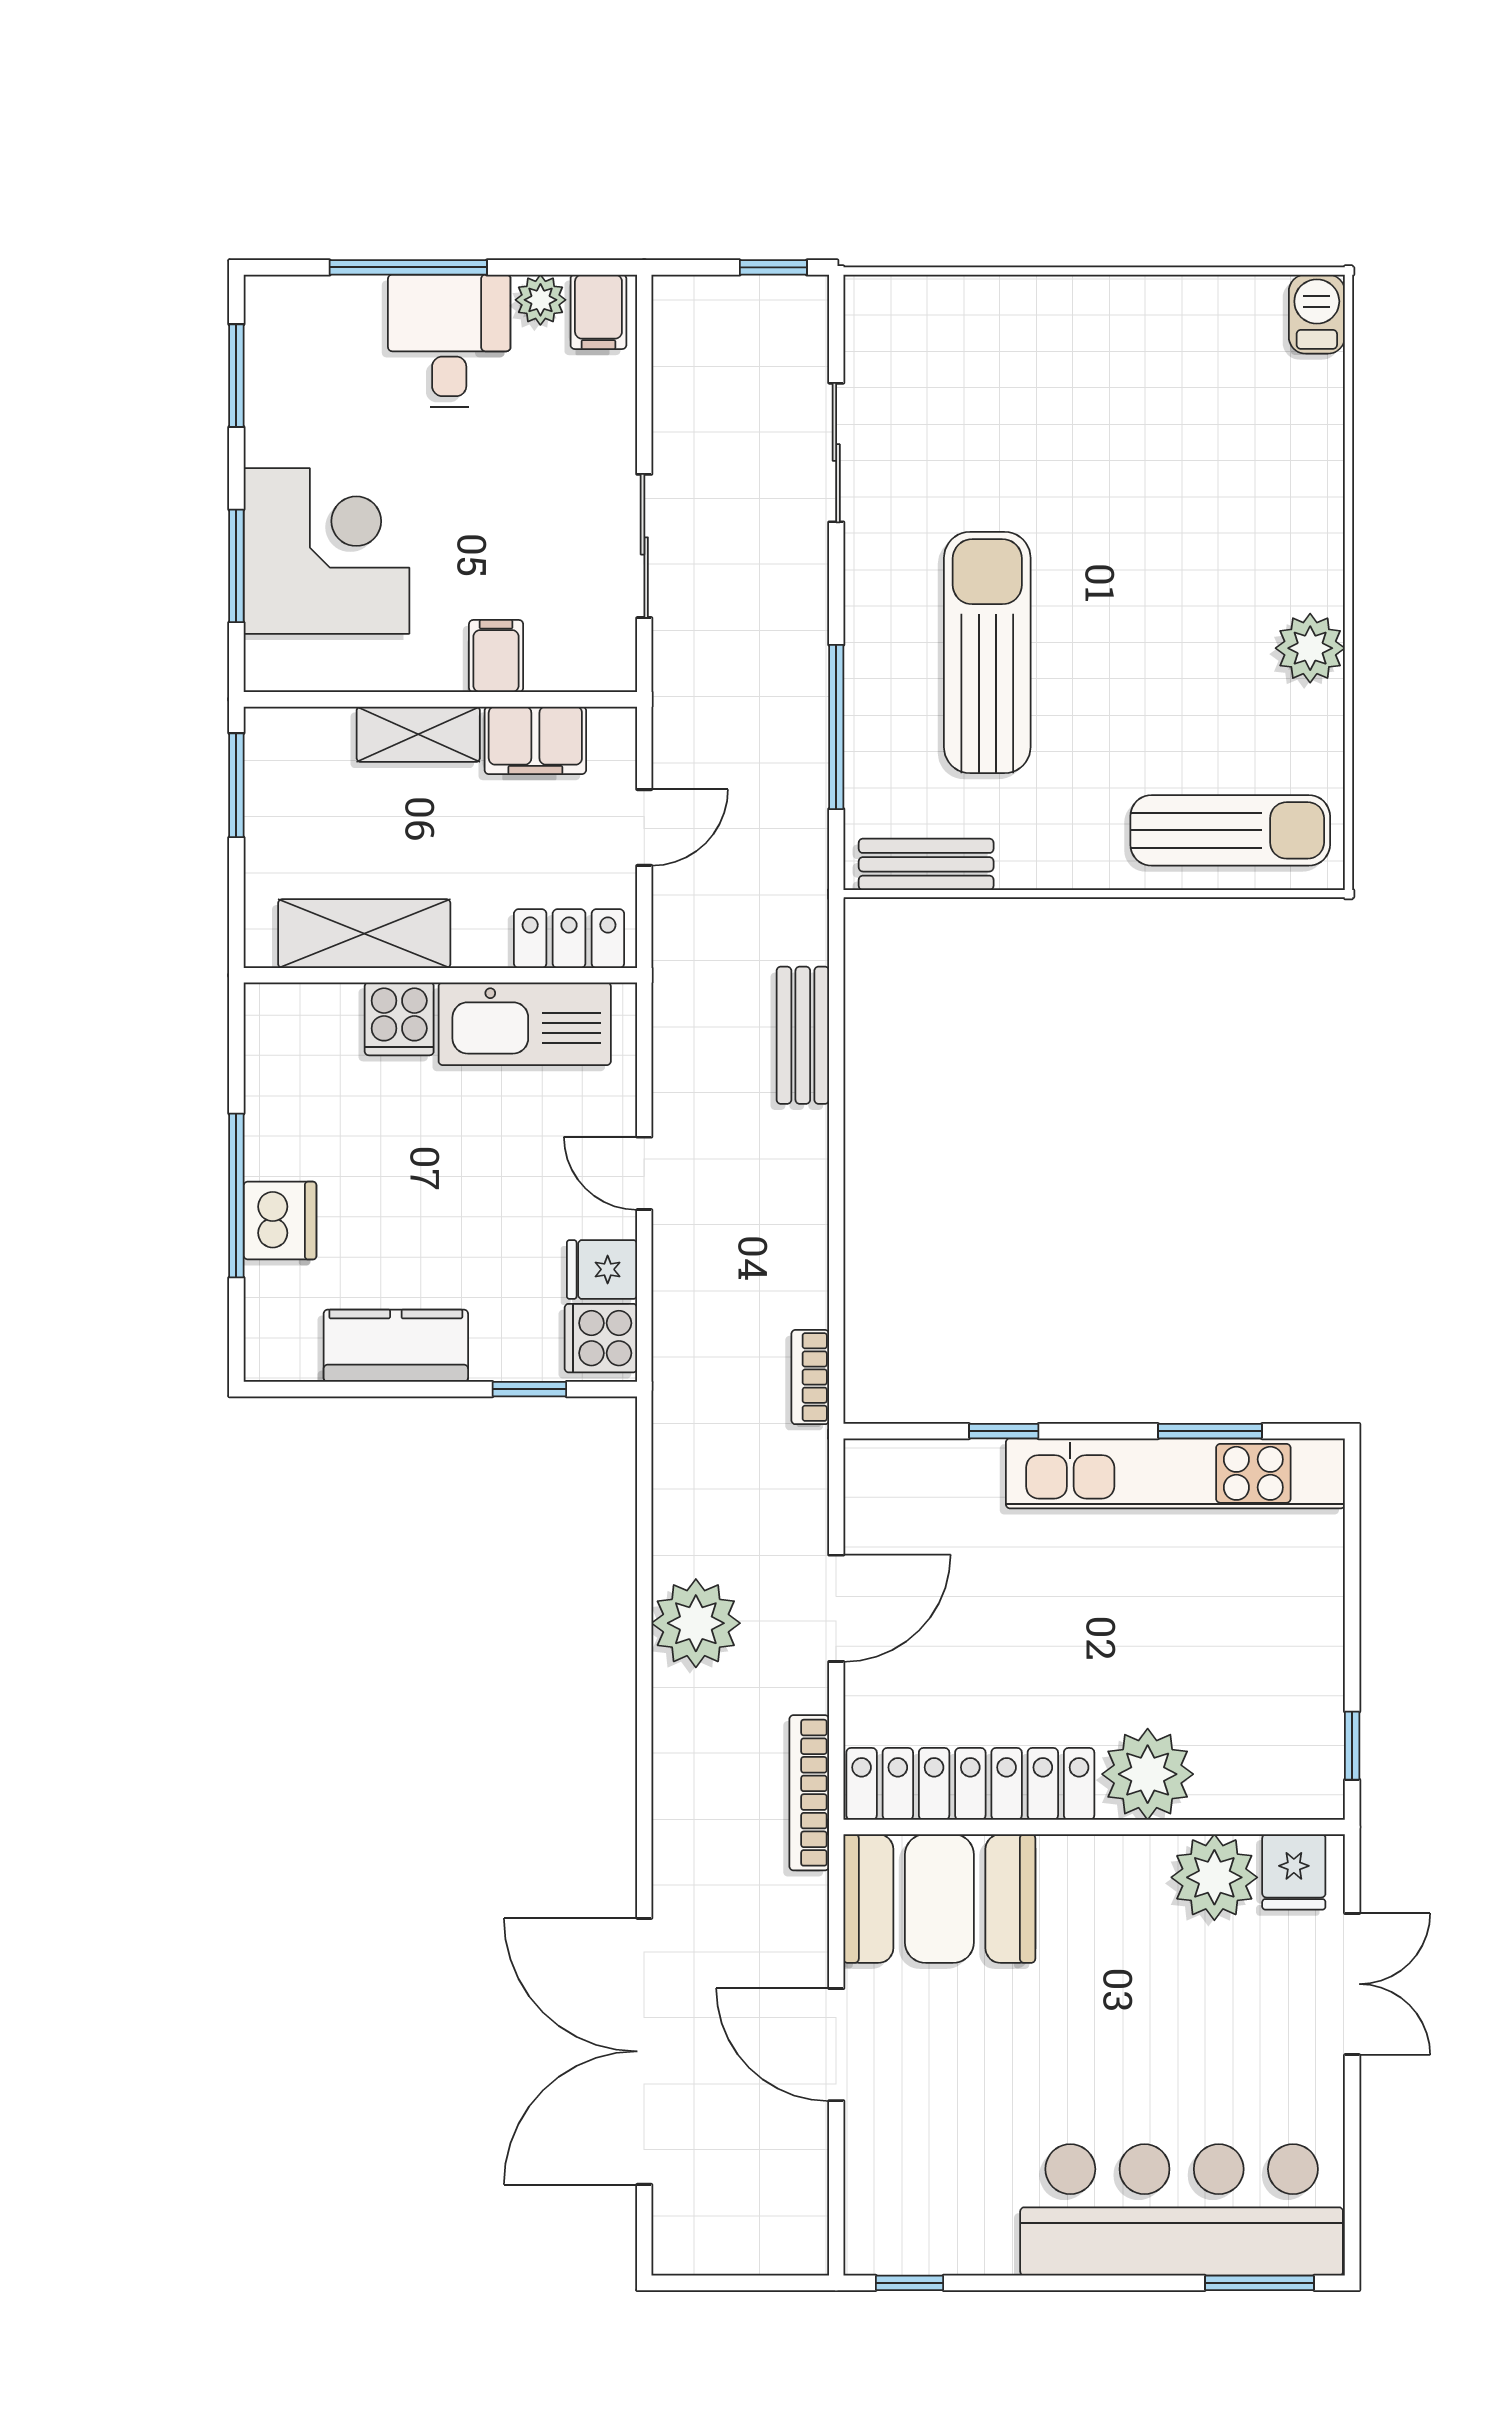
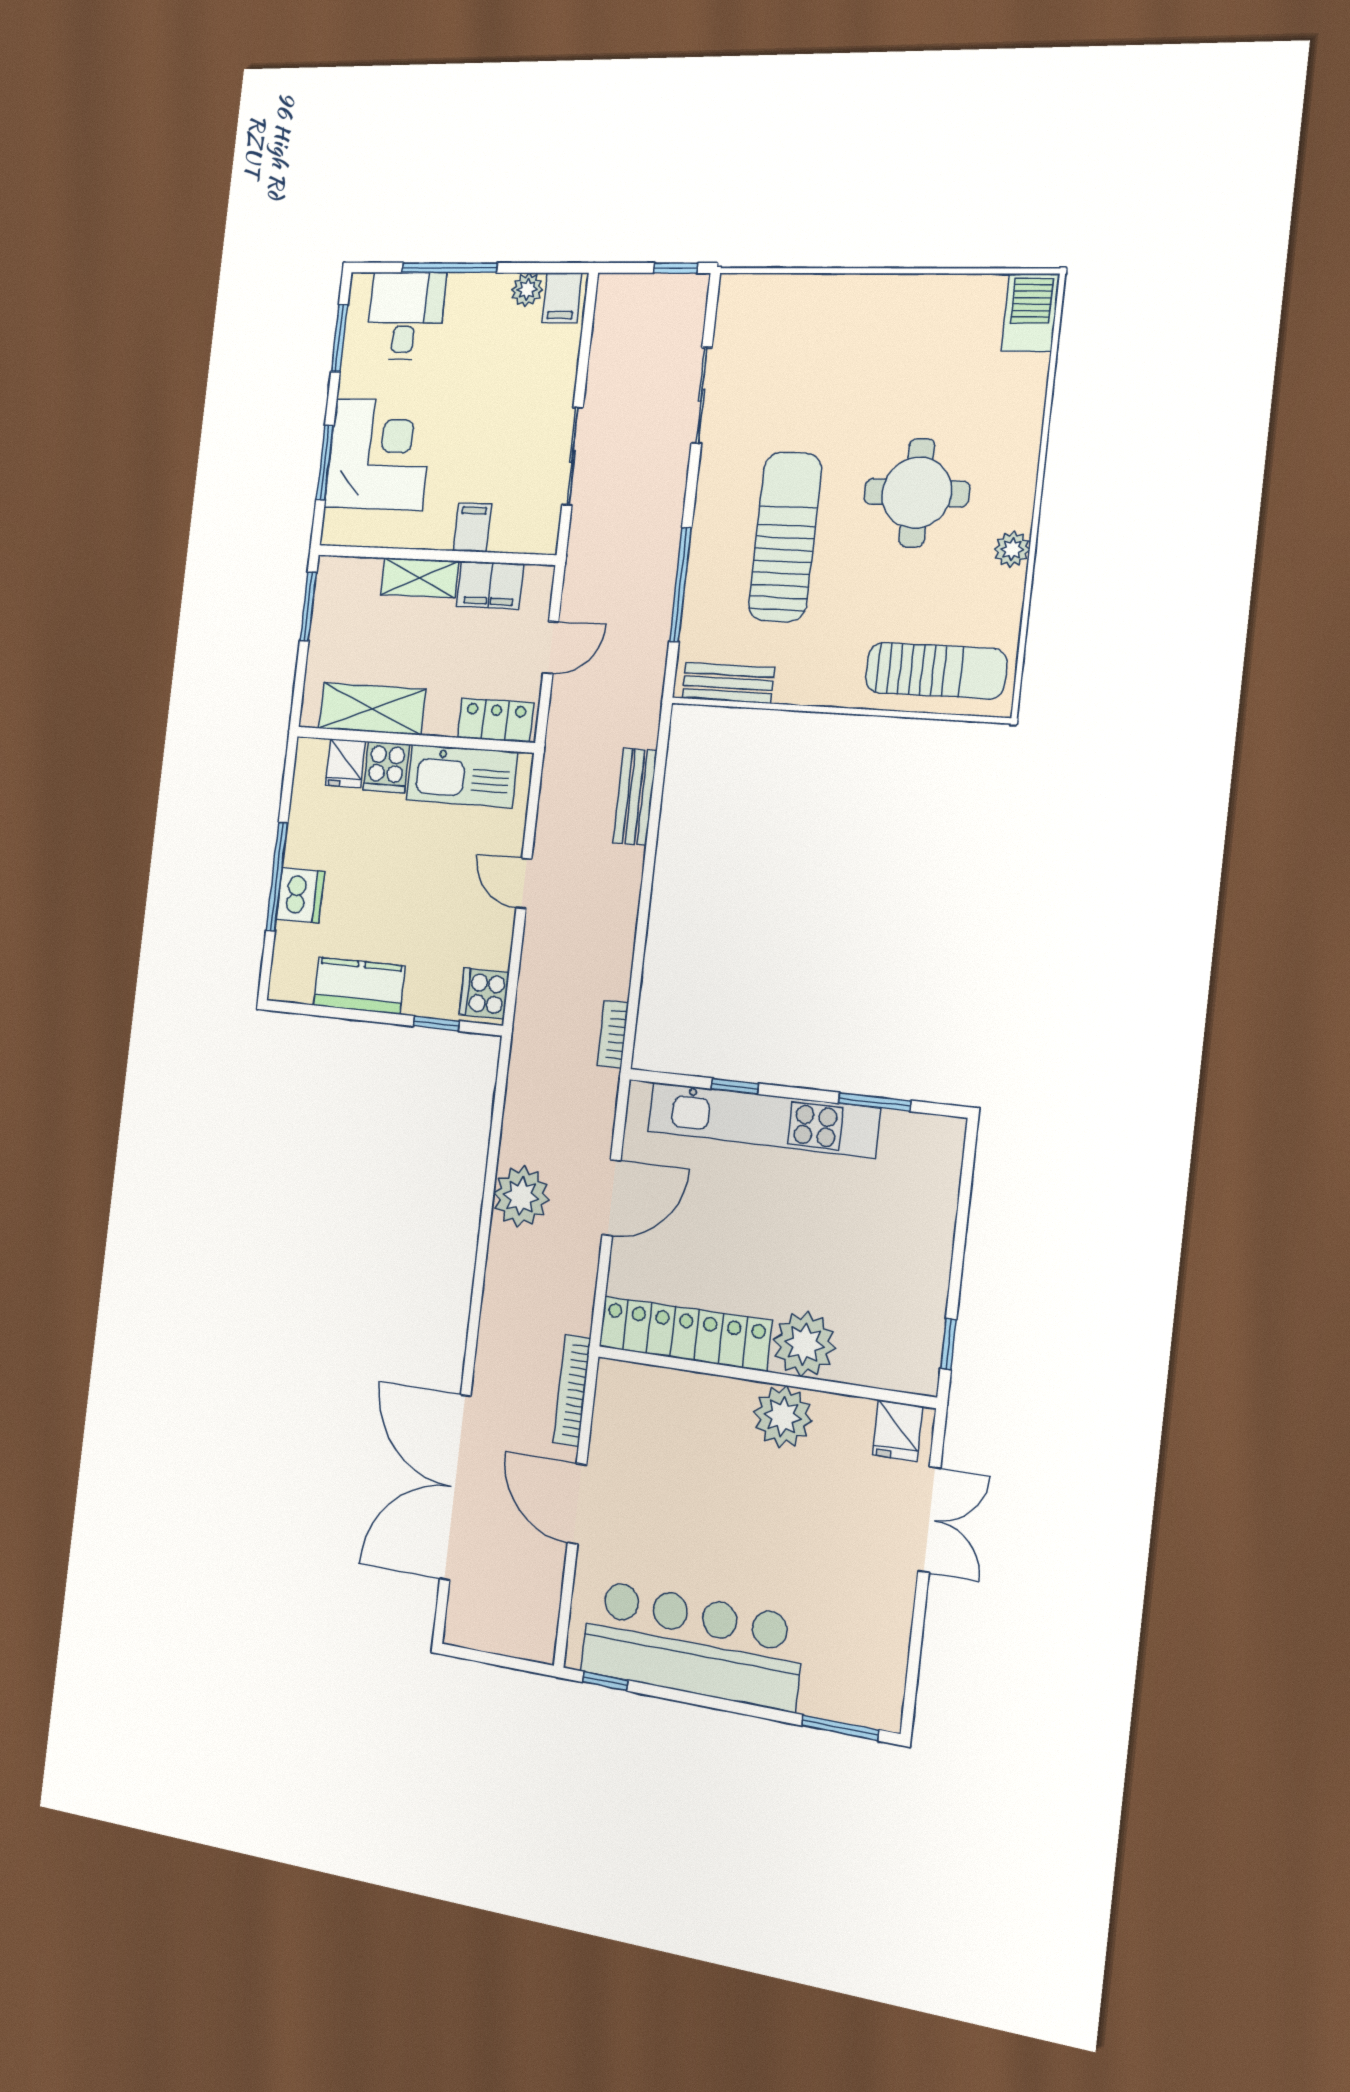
barbecue: (1317, 314) -> (1031, 313), width x1.38, depth x1.27
desk: (449, 341) -> (405, 316), moved
round table: (1174, 583) -> (917, 493), added
plant: (1310, 648) -> (1012, 549), width x0.73, depth x0.73
fridge: (602, 1269) -> (346, 763), moved, turned -90
kitchen unit: (1175, 1473) -> (763, 1120), moved
bookcase: (809, 1793) -> (572, 1390), moved
plant: (1214, 1877) -> (783, 1416), moved
booth: (939, 1899) -> (655, 1412), removed
bar counter: (1182, 2210) -> (692, 1645), moved

